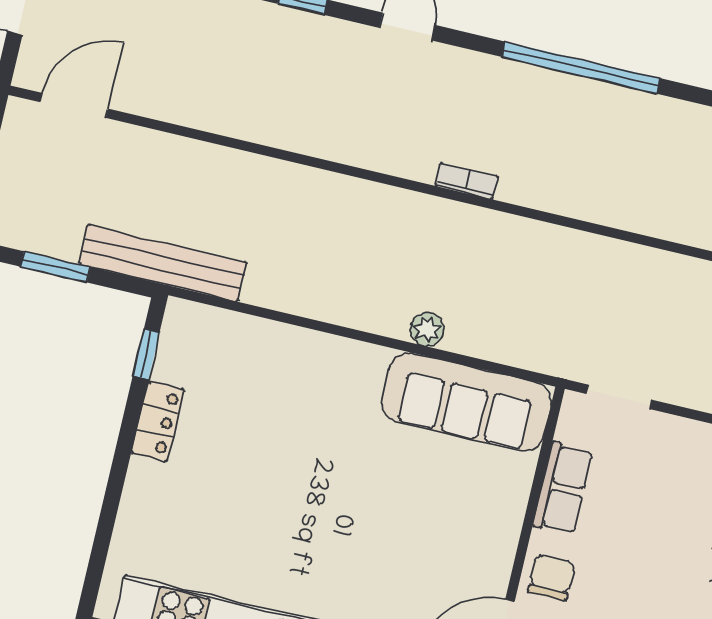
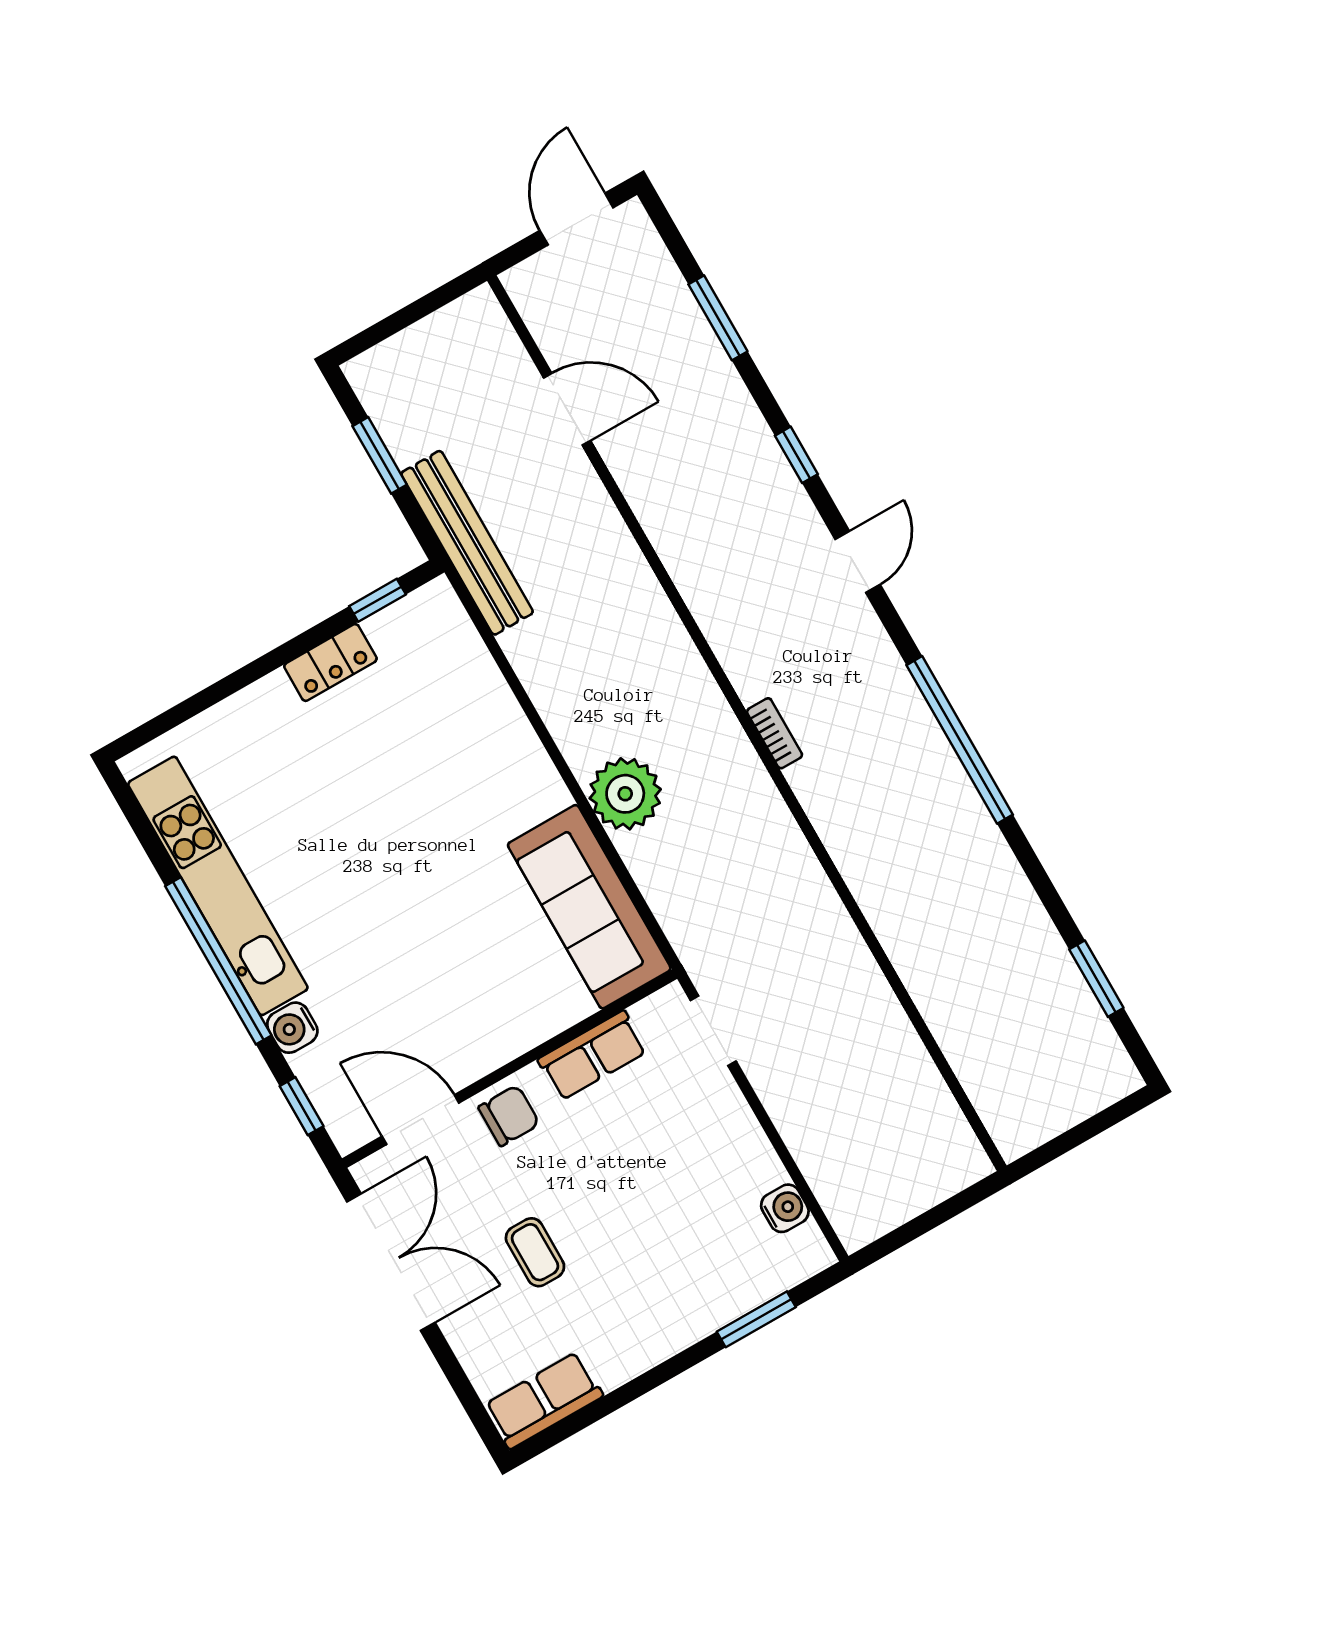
door: (74, 105) -> (567, 409), moved
plant: (427, 329) -> (625, 794), width x1.88, depth x1.88

